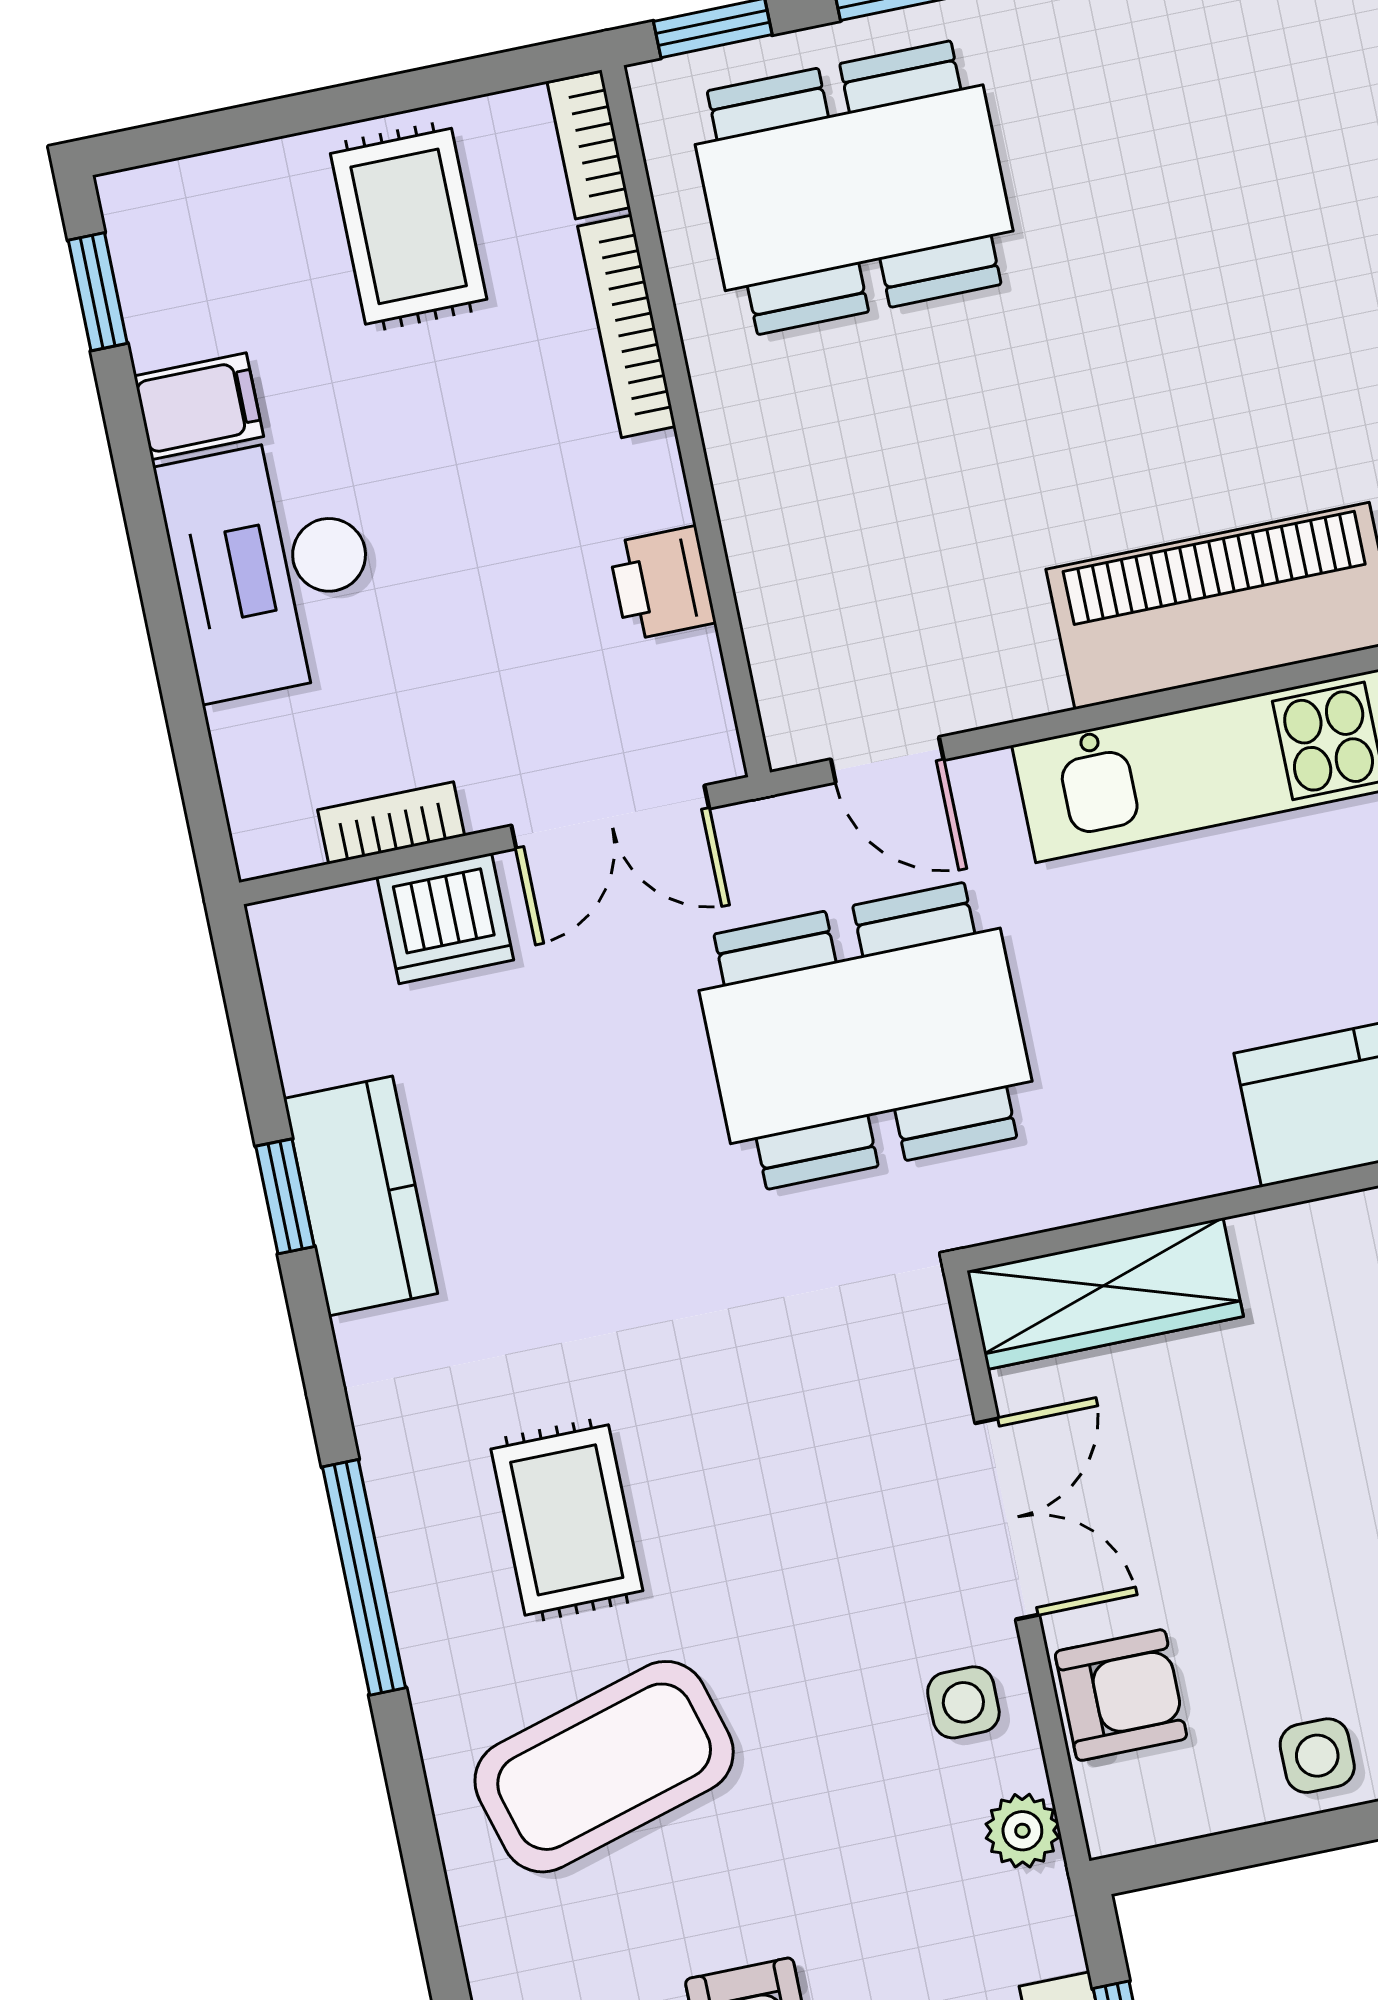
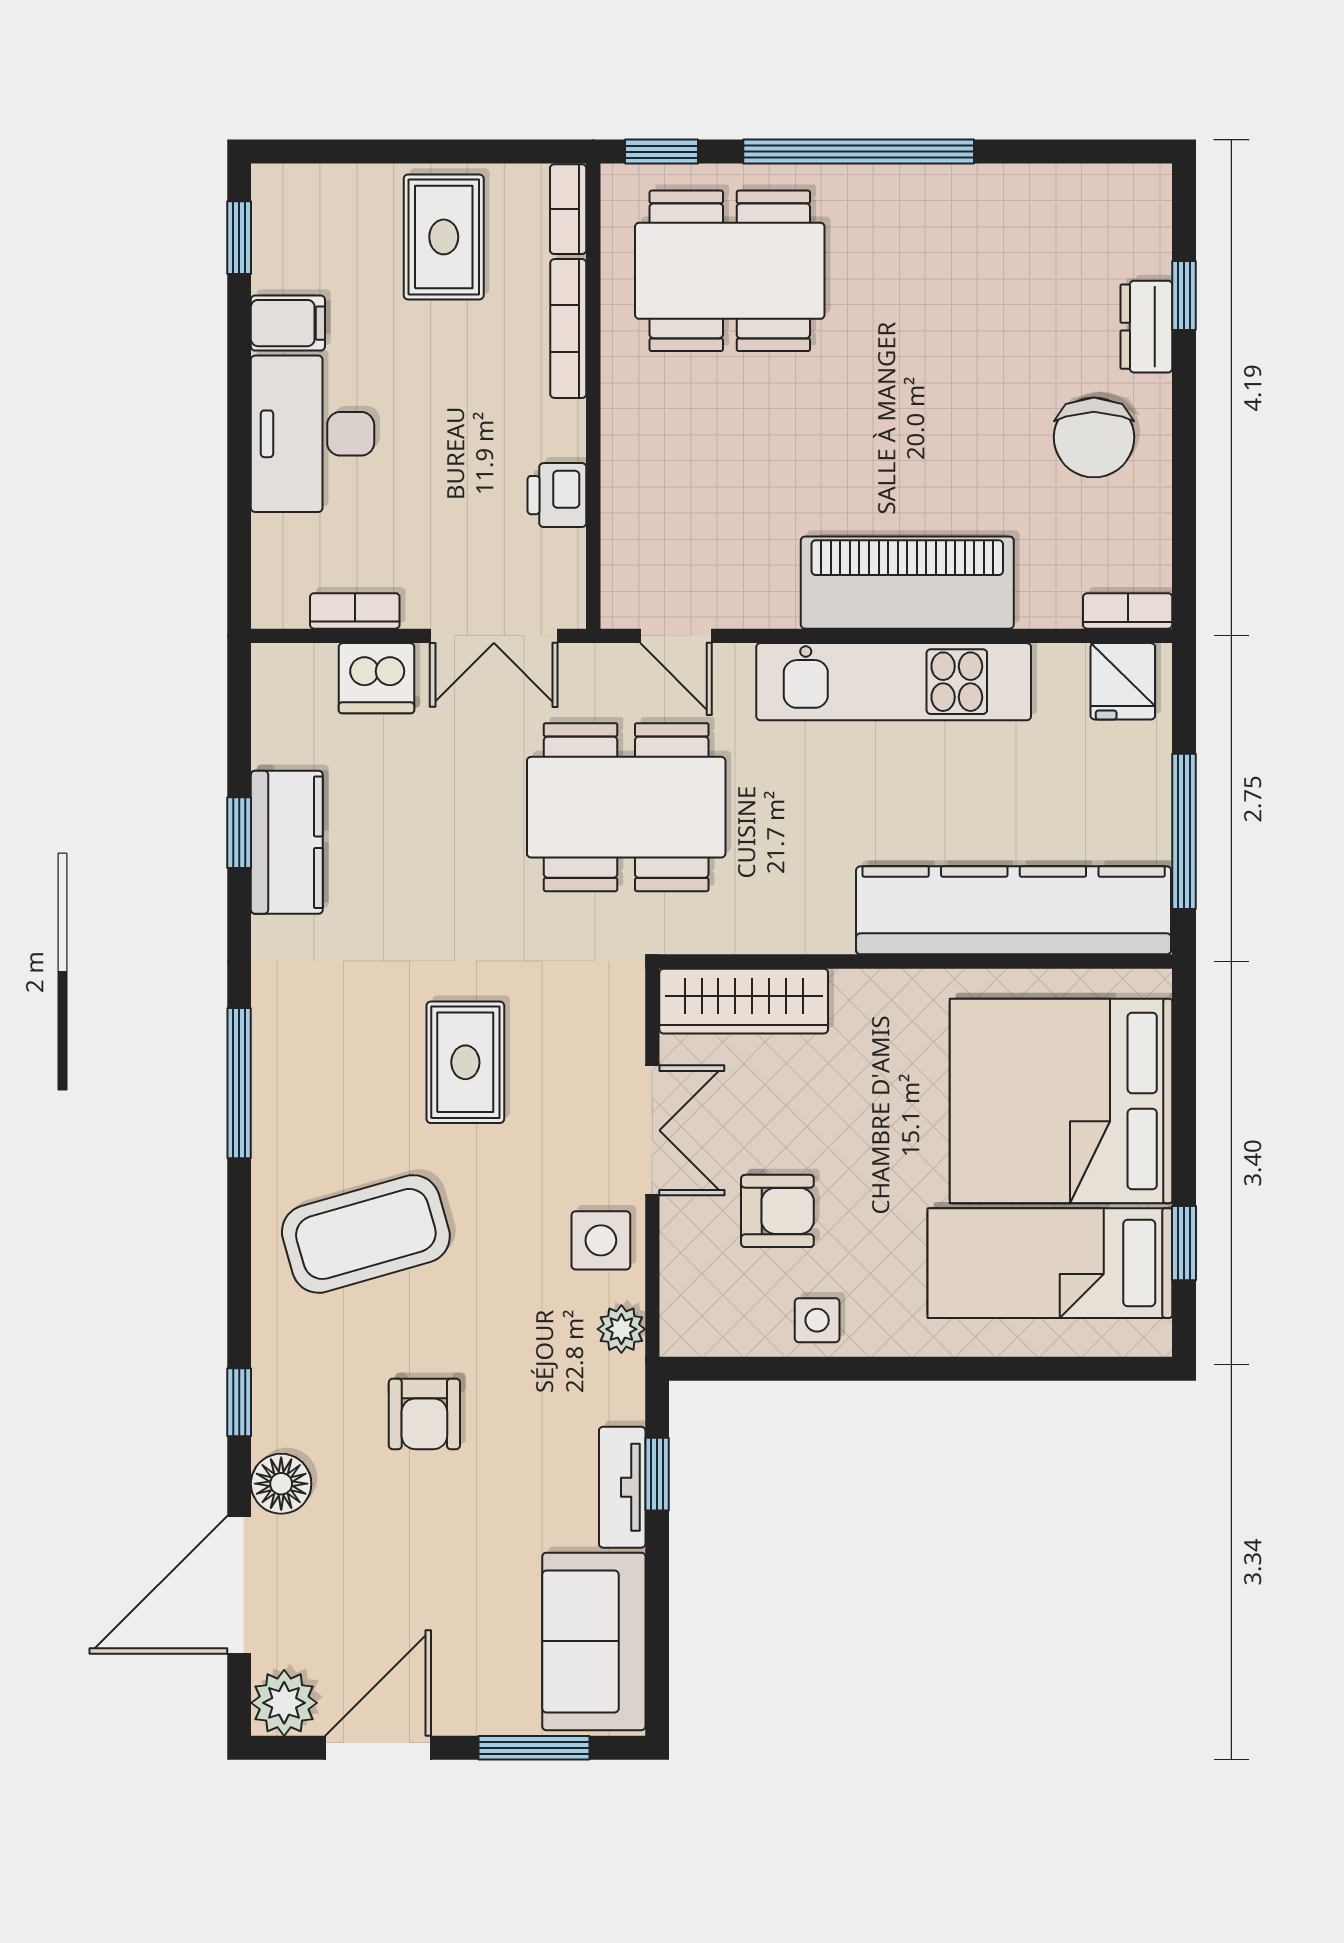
rug: (567, 1520) -> (465, 1062), moved
armchair: (1121, 1695) -> (777, 1211), moved
side table: (963, 1702) -> (601, 1240), width x1.37, depth x1.37

